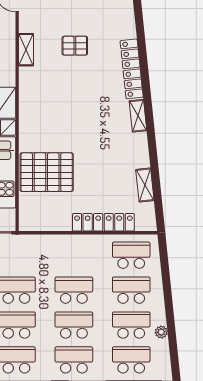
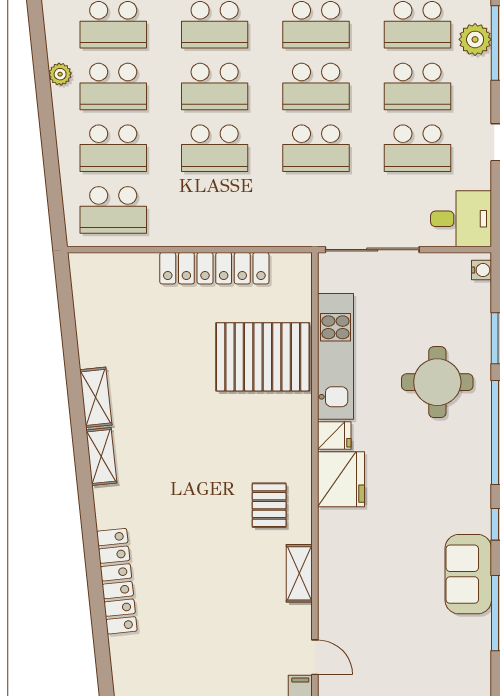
pallet: (75, 46) -> (269, 505), moved, turned 90
locker: (132, 69) -> (117, 581), moved
shelving: (145, 185) -> (96, 397), moved
locker: (103, 222) -> (214, 268), moved

